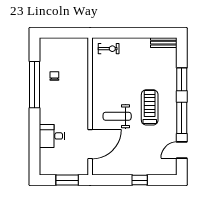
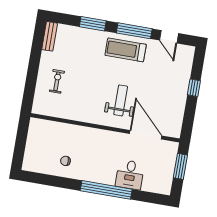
exercise bike: (109, 49) -> (57, 81), moved
window: (35, 85) -> (106, 190), moved
treadmill: (150, 107) -> (126, 50), moved
weight bench: (117, 116) -> (121, 100), turned 180

